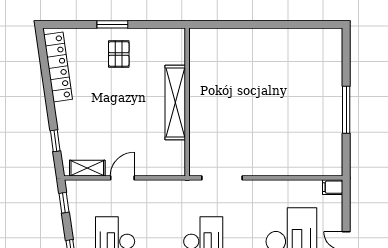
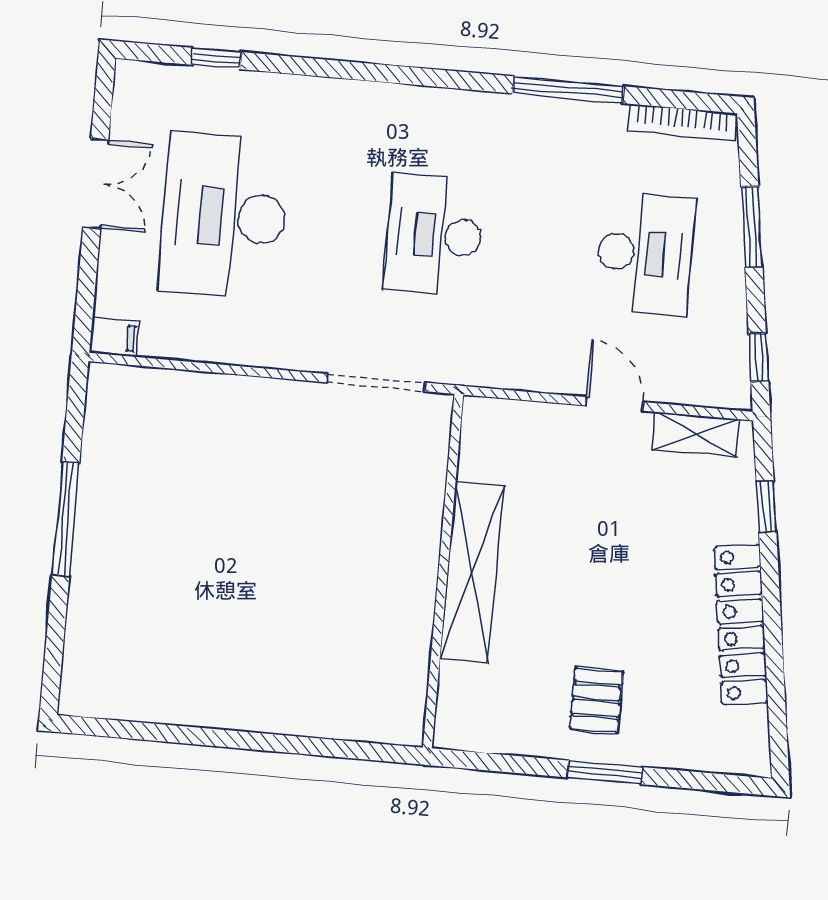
locker: (58, 67) -> (741, 625), moved
door: (122, 178) -> (614, 404), swing flipped

